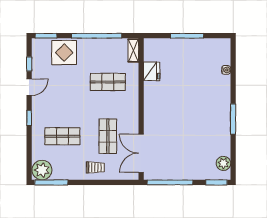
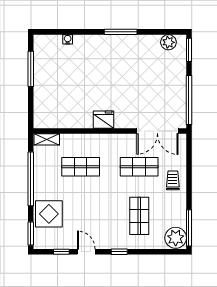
window: (187, 36) -> (31, 69), moved
fridge: (152, 71) -> (103, 120), moved
shop shelf: (108, 82) -> (81, 167), turned 90

